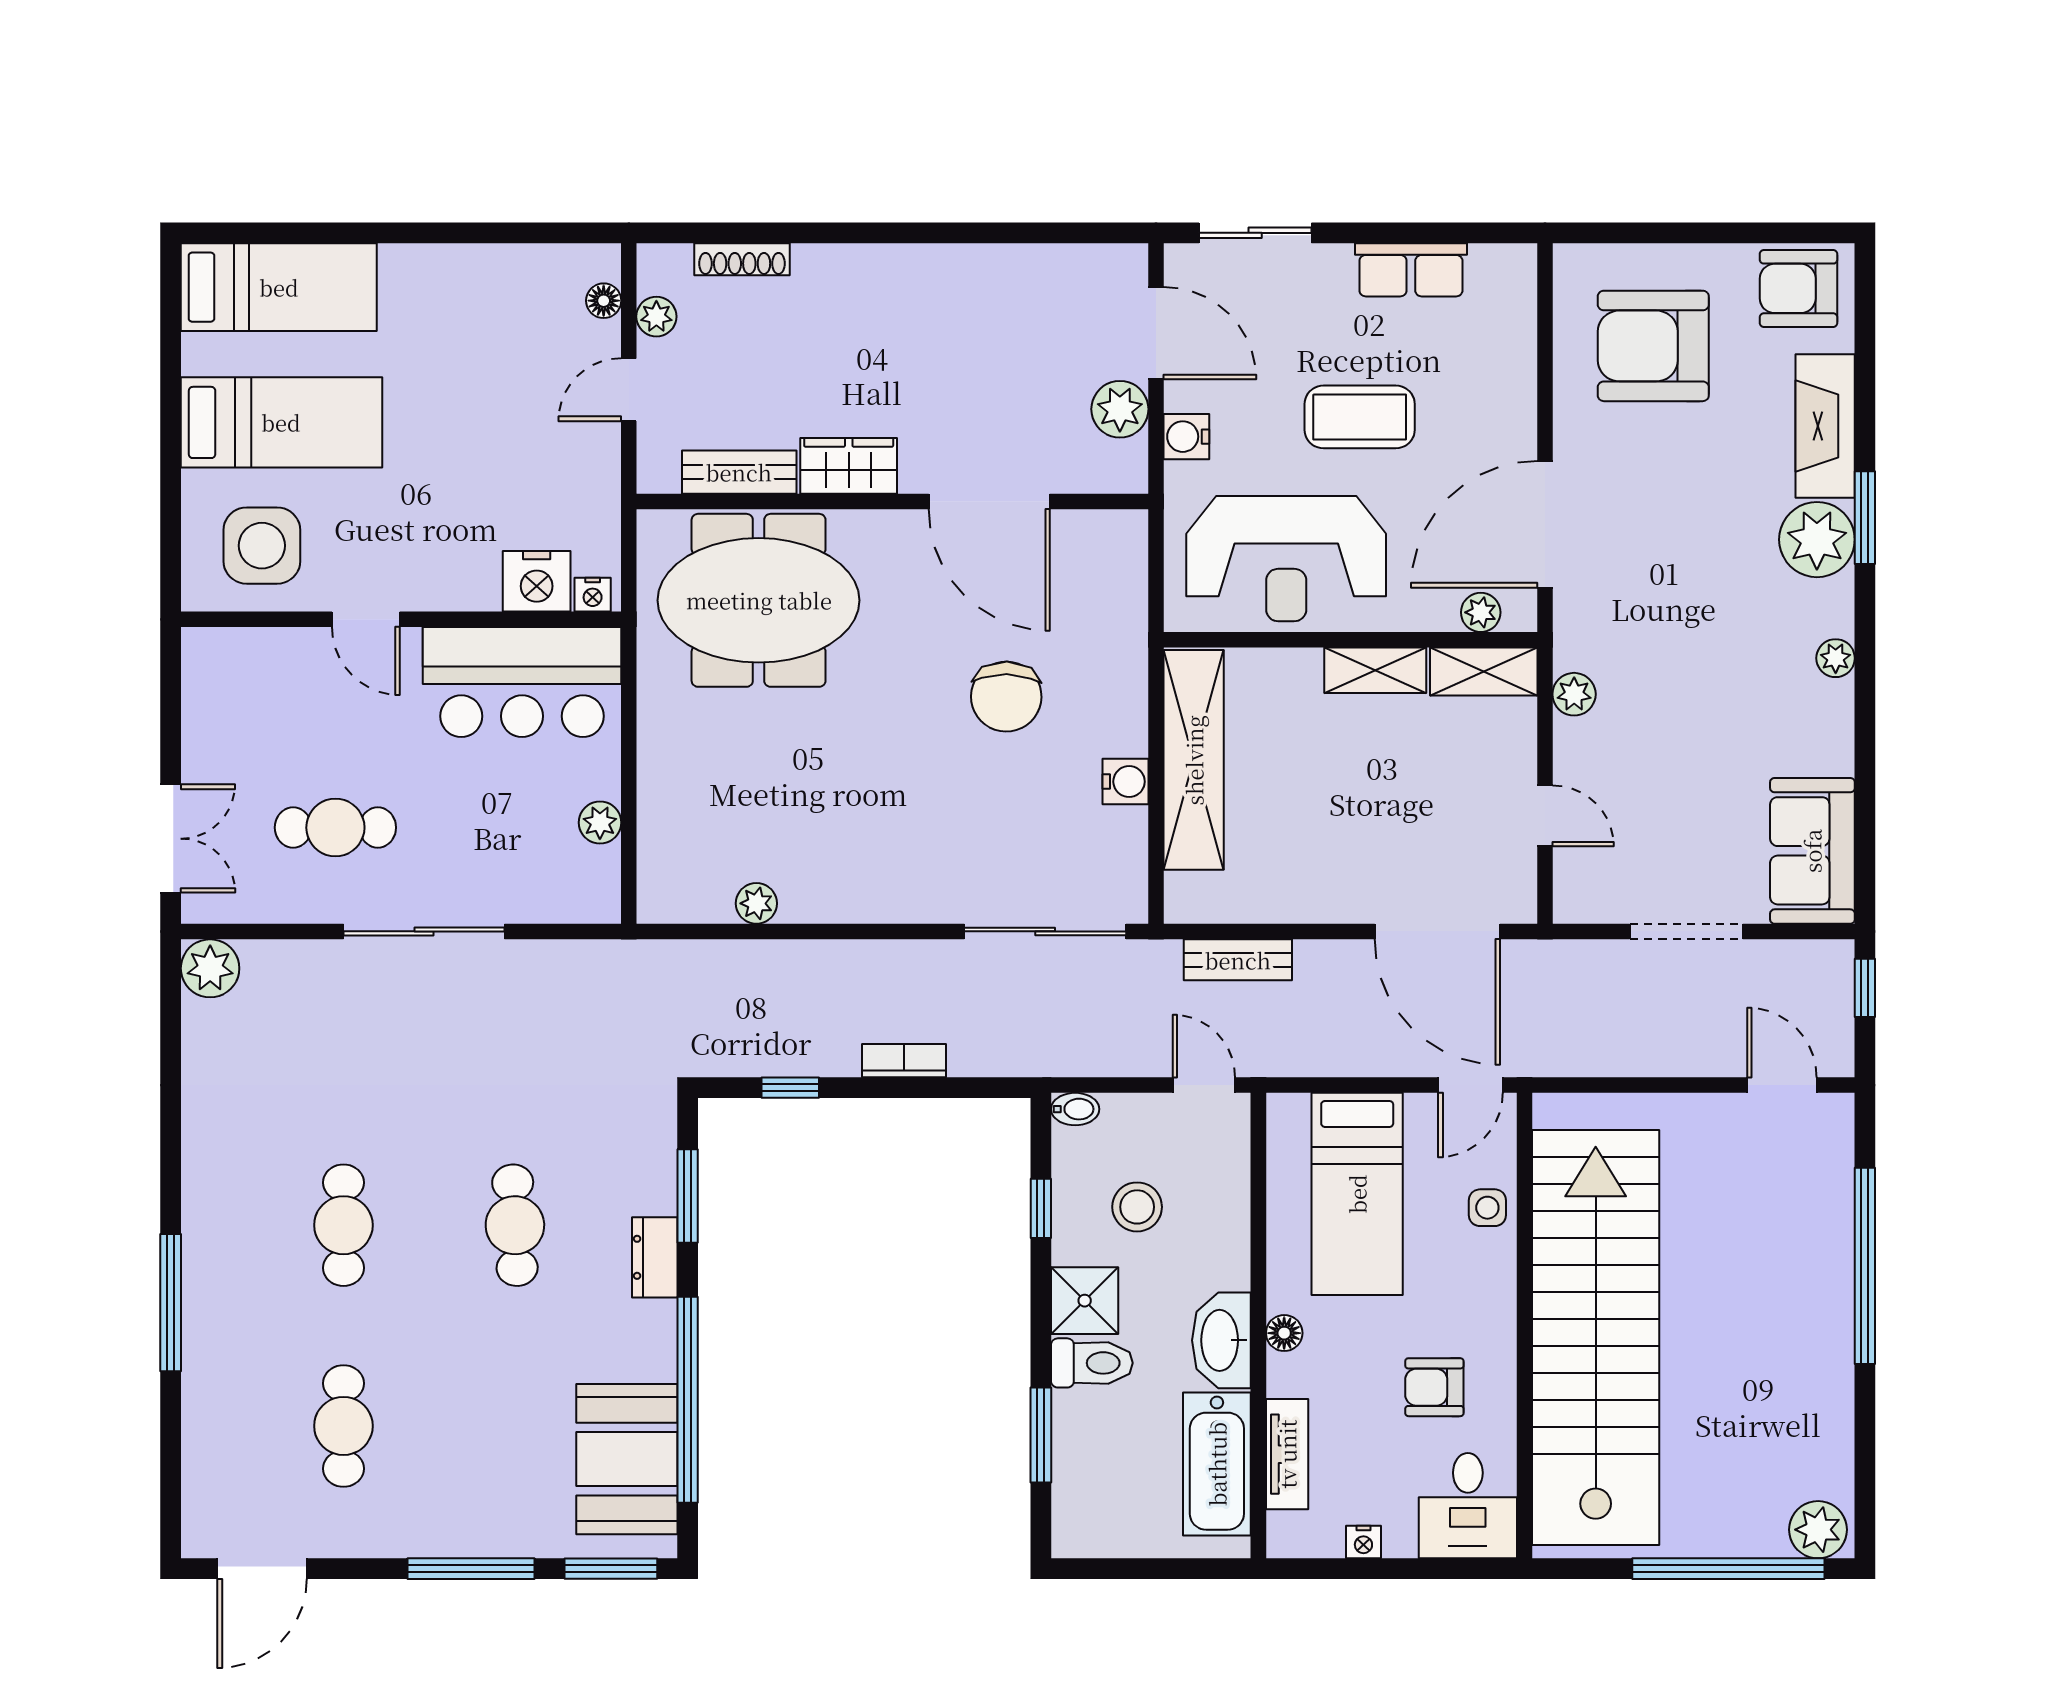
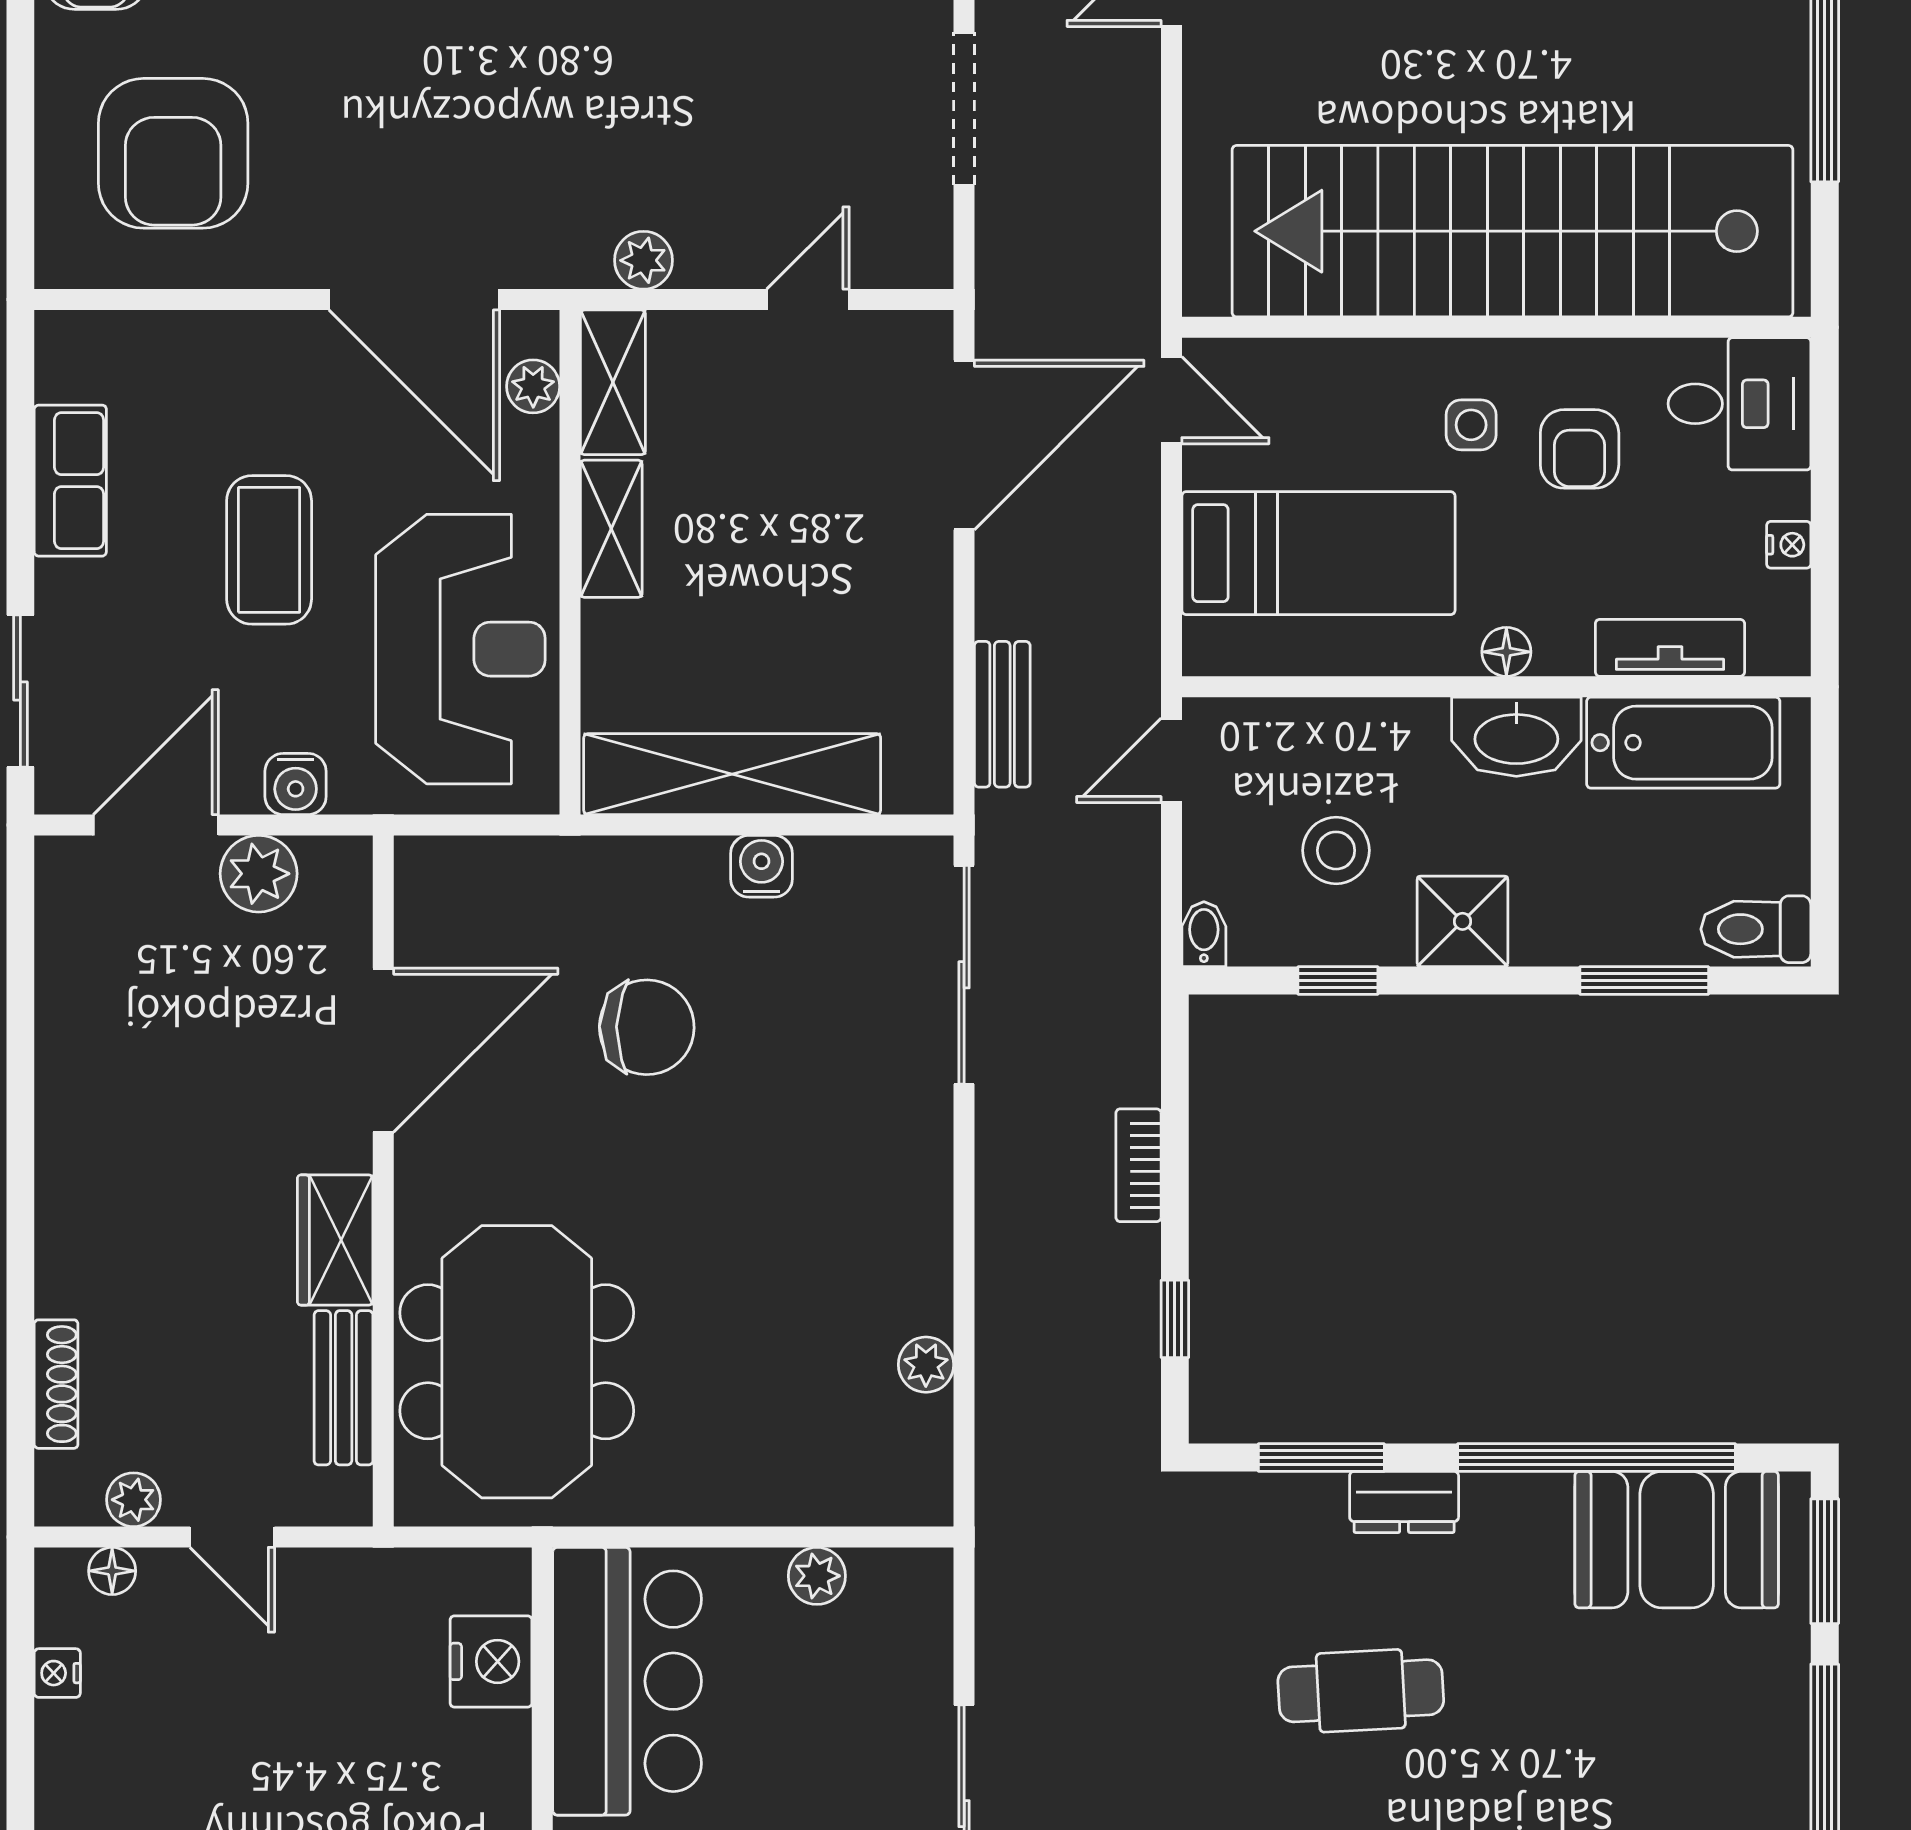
nightstand: (593, 595) -> (57, 1673), moved, turned 180
side table: (1487, 1208) -> (1471, 425), moved
toilet: (1092, 1363) -> (1756, 929), moved, turned -90

